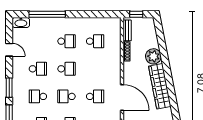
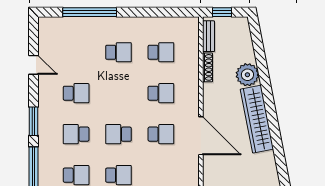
washbasin: (21, 22) -> (51, 24), removed
school desk: (67, 69) -> (161, 93), moved

